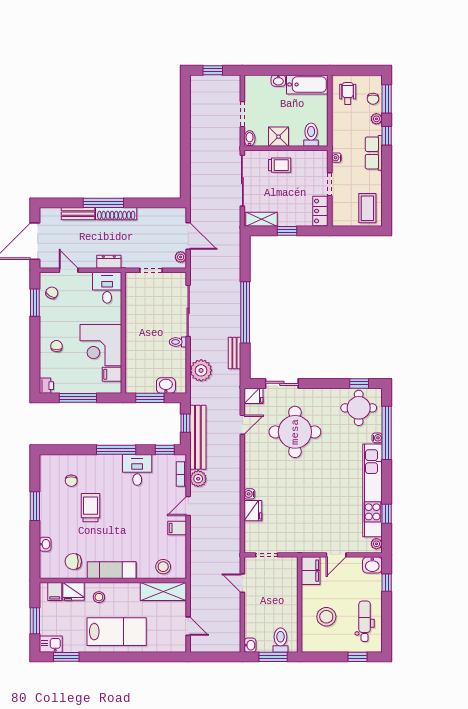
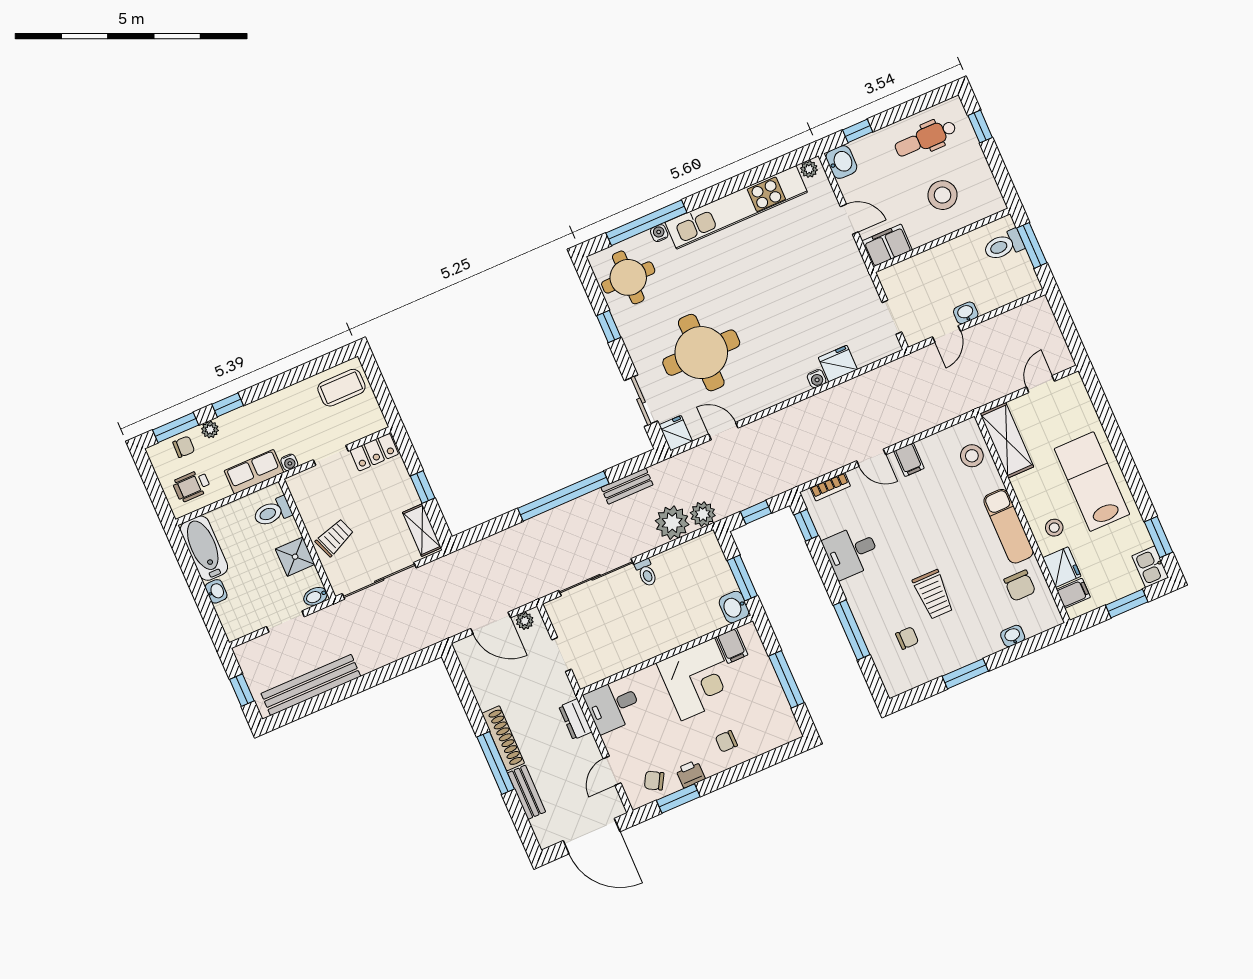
row of seats: (374, 153) -> (254, 472), moved, turned 180
trolley: (280, 165) -> (335, 538), turned 69
door: (188, 236) -> (491, 623), swing flipped
window: (359, 383) -> (609, 327), moved
washbasin: (166, 385) -> (734, 607), moved
printer: (46, 386) -> (690, 774), moved
bench: (198, 437) -> (311, 685), moved
window: (116, 450) -> (852, 630), moved
plant: (198, 479) -> (703, 514), moved
trolley: (90, 508) -> (933, 594), turned -90
window: (387, 514) -> (760, 173), removed
washbasin: (250, 645) -> (966, 313), moved

